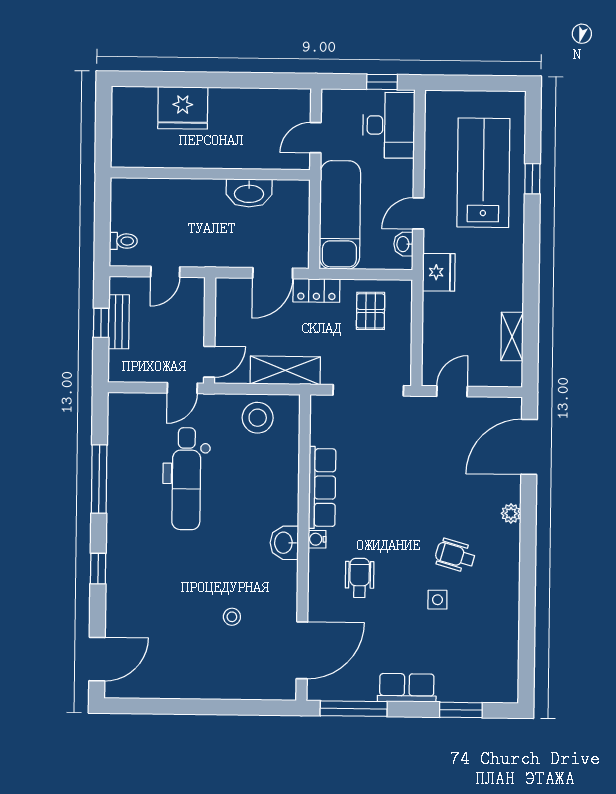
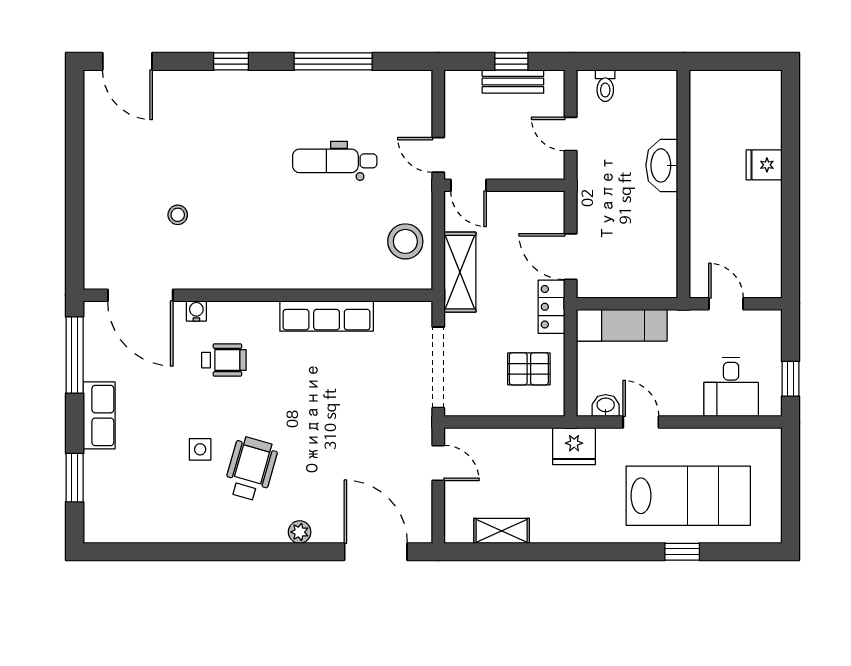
fridge: (183, 108) -> (764, 165), width x0.53, depth x0.75
desk: (389, 125) -> (731, 387), width x0.73
washbasin: (249, 193) -> (662, 165), moved
exam couch: (340, 215) -> (622, 325), width x0.73, depth x0.69
dental chair: (186, 479) -> (335, 161), width x0.73, depth x0.72
water cooler: (317, 539) -> (196, 311), moved
washbasin: (284, 543) -> (263, 274), removed
wheelchair: (455, 555) -> (251, 469), width x1.36, depth x1.37

